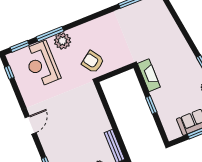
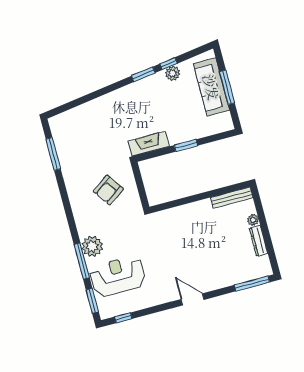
armchair: (93, 62) -> (108, 190), moved
reception desk: (42, 64) -> (118, 276), turned 180

